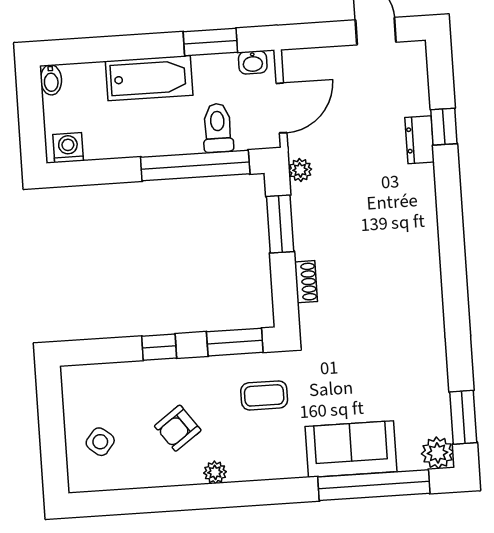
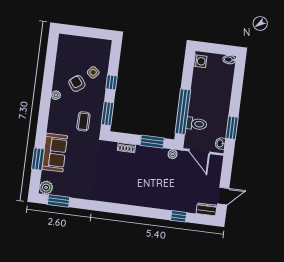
bathtub: (149, 78) -> (222, 100), removed
dresser: (420, 140) -> (206, 209), moved
side table: (100, 442) -> (93, 72), moved
window: (374, 485) -> (38, 159), width x0.47

